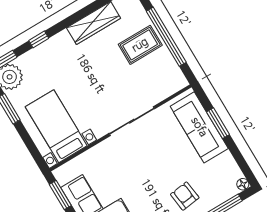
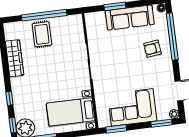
sofa: (199, 127) -> (130, 18), moved

